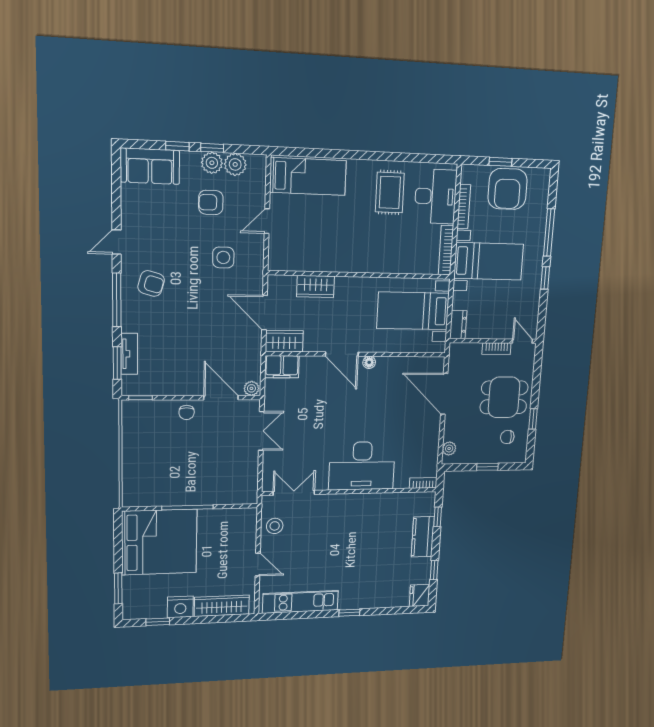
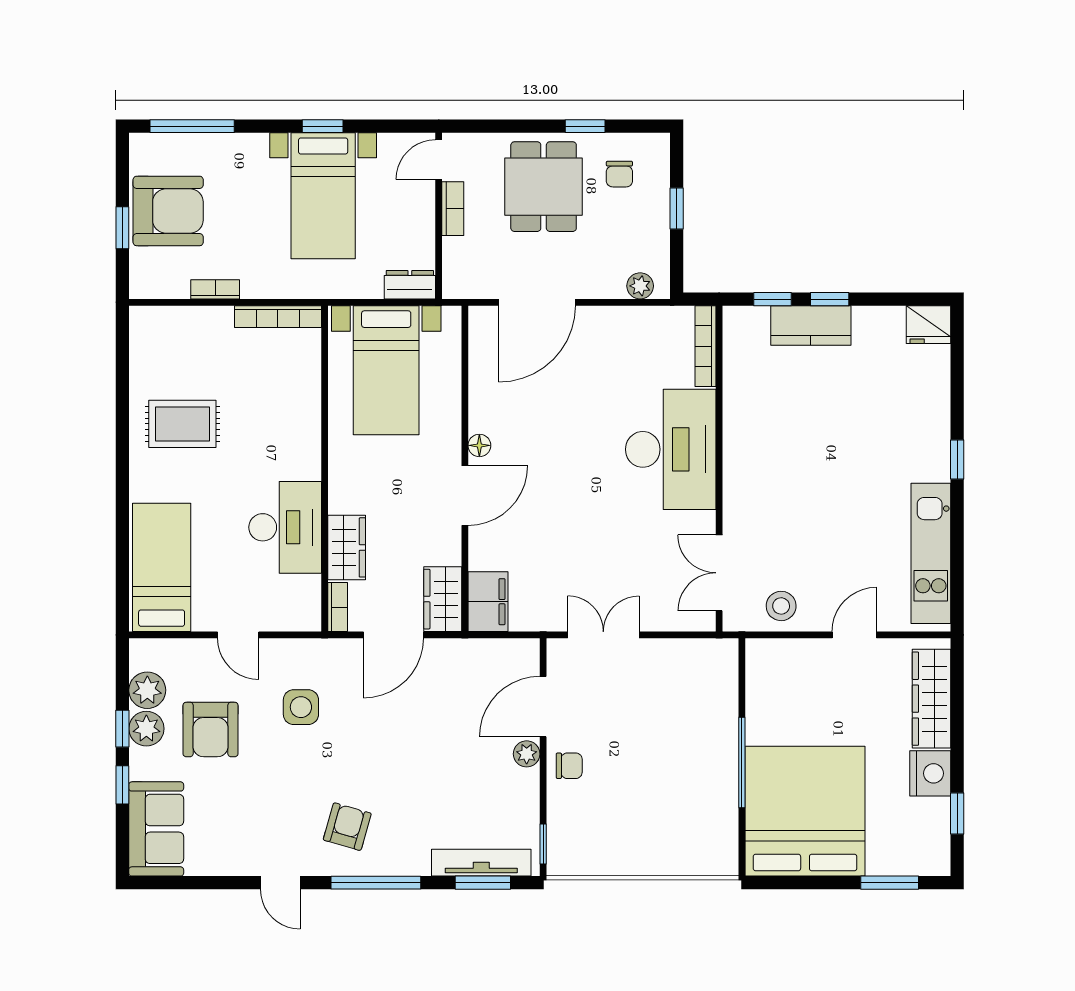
desk: (436, 196) -> (285, 527), moved, turned 90
armchair: (211, 202) -> (211, 729), width x1.38, depth x1.38
bookcase: (464, 207) -> (215, 289), width x0.64
window: (549, 232) -> (192, 126), moved
bed with nightstands: (489, 261) -> (323, 196), moved, turned 180
bookcase: (281, 281) -> (338, 607), added
tv unit: (129, 354) -> (481, 863), width x1.41
plant: (251, 388) -> (527, 754), moved
bookcase: (423, 483) -> (705, 346), width x1.56
window: (434, 570) -> (830, 299), moved

